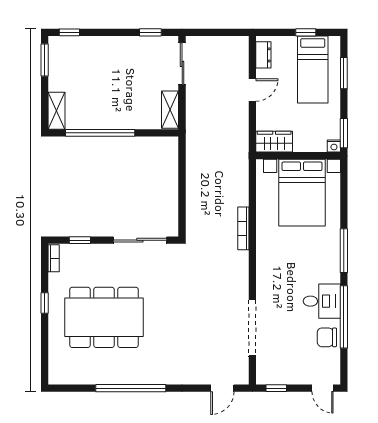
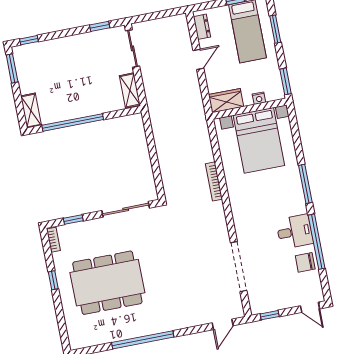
nightstand: (334, 146) -> (259, 98), moved

